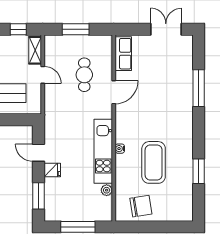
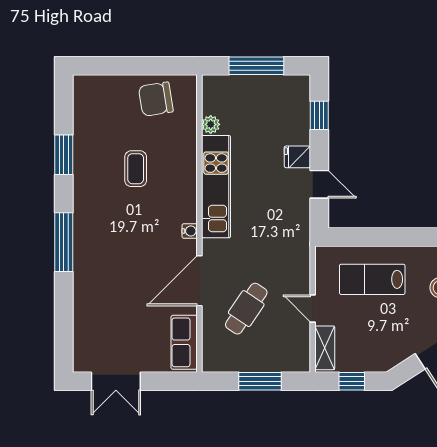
cafe table: (84, 75) -> (246, 309), turned 34
window: (199, 88) -> (64, 242), moved
door: (114, 92) -> (199, 281), width x1.36
water cooler: (120, 149) -> (190, 231), moved
coffee table: (154, 162) -> (136, 169), width x0.54, depth x0.58
window: (38, 196) -> (319, 115), width x0.67

